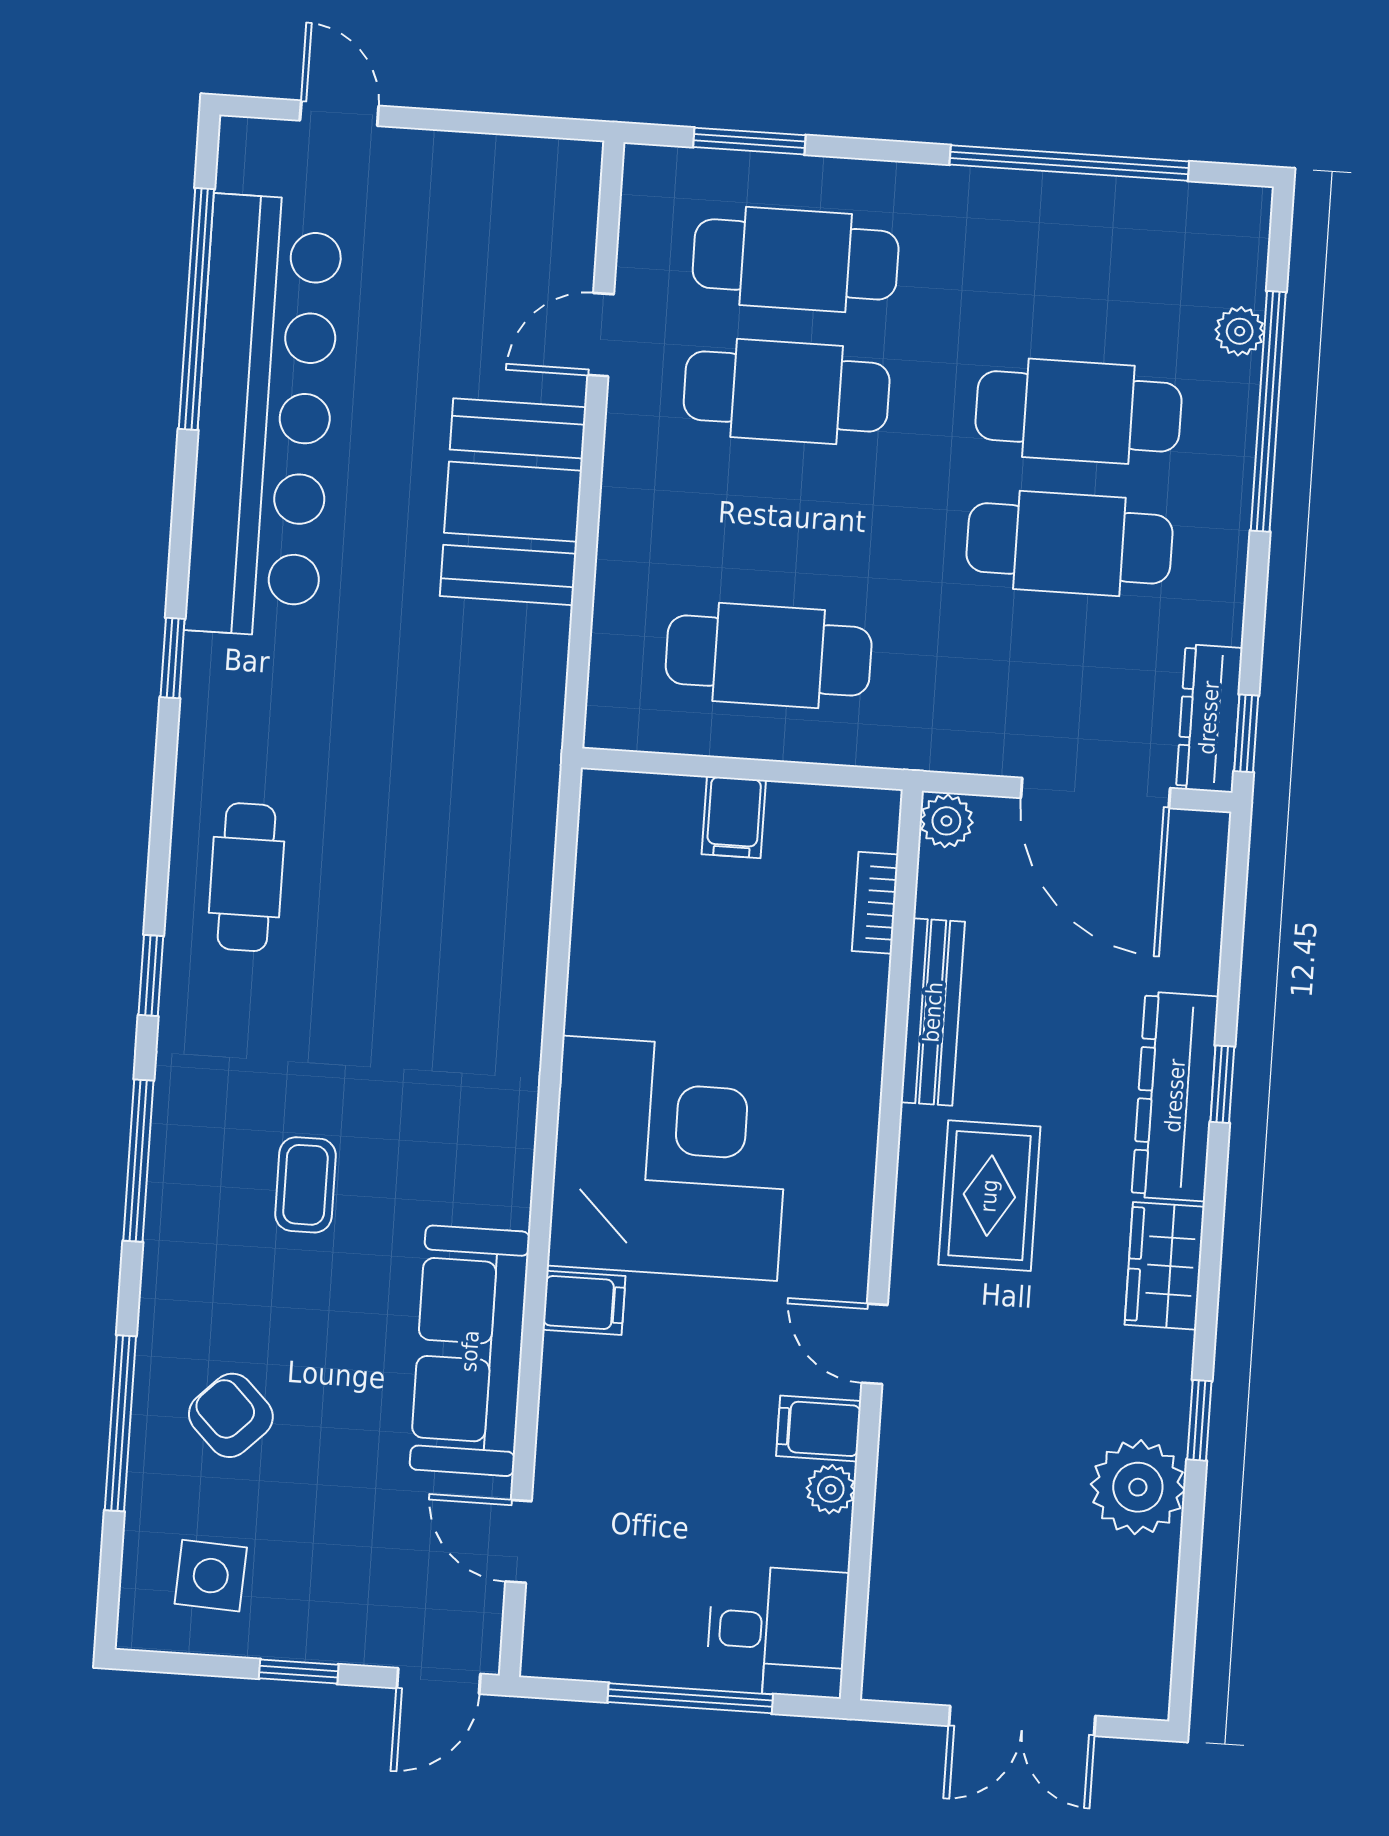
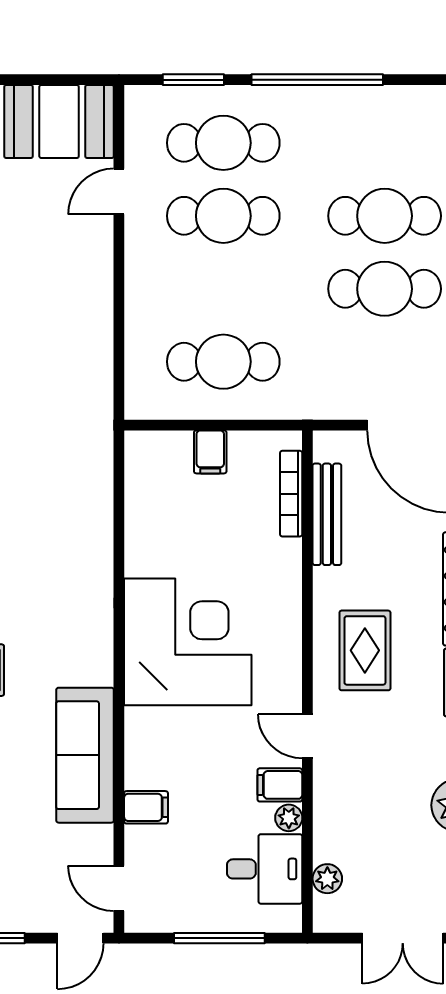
window: (1069, 163) -> (317, 80), moved
booth: (513, 502) -> (59, 121), moved, turned 90
plant: (946, 821) -> (327, 879), moved
bookcase: (875, 903) -> (291, 494), width x1.56
bench: (933, 1012) -> (327, 514), moved
filing cabinet: (584, 1303) -> (146, 807), moved
door: (518, 1541) -> (119, 888), moved
desk: (777, 1631) -> (265, 869), moved

